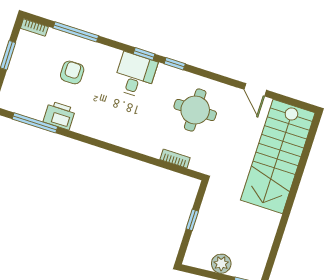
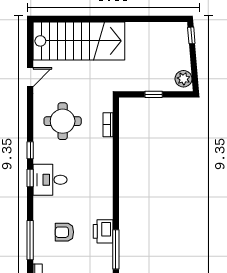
plant: (221, 264) -> (184, 79), moved

